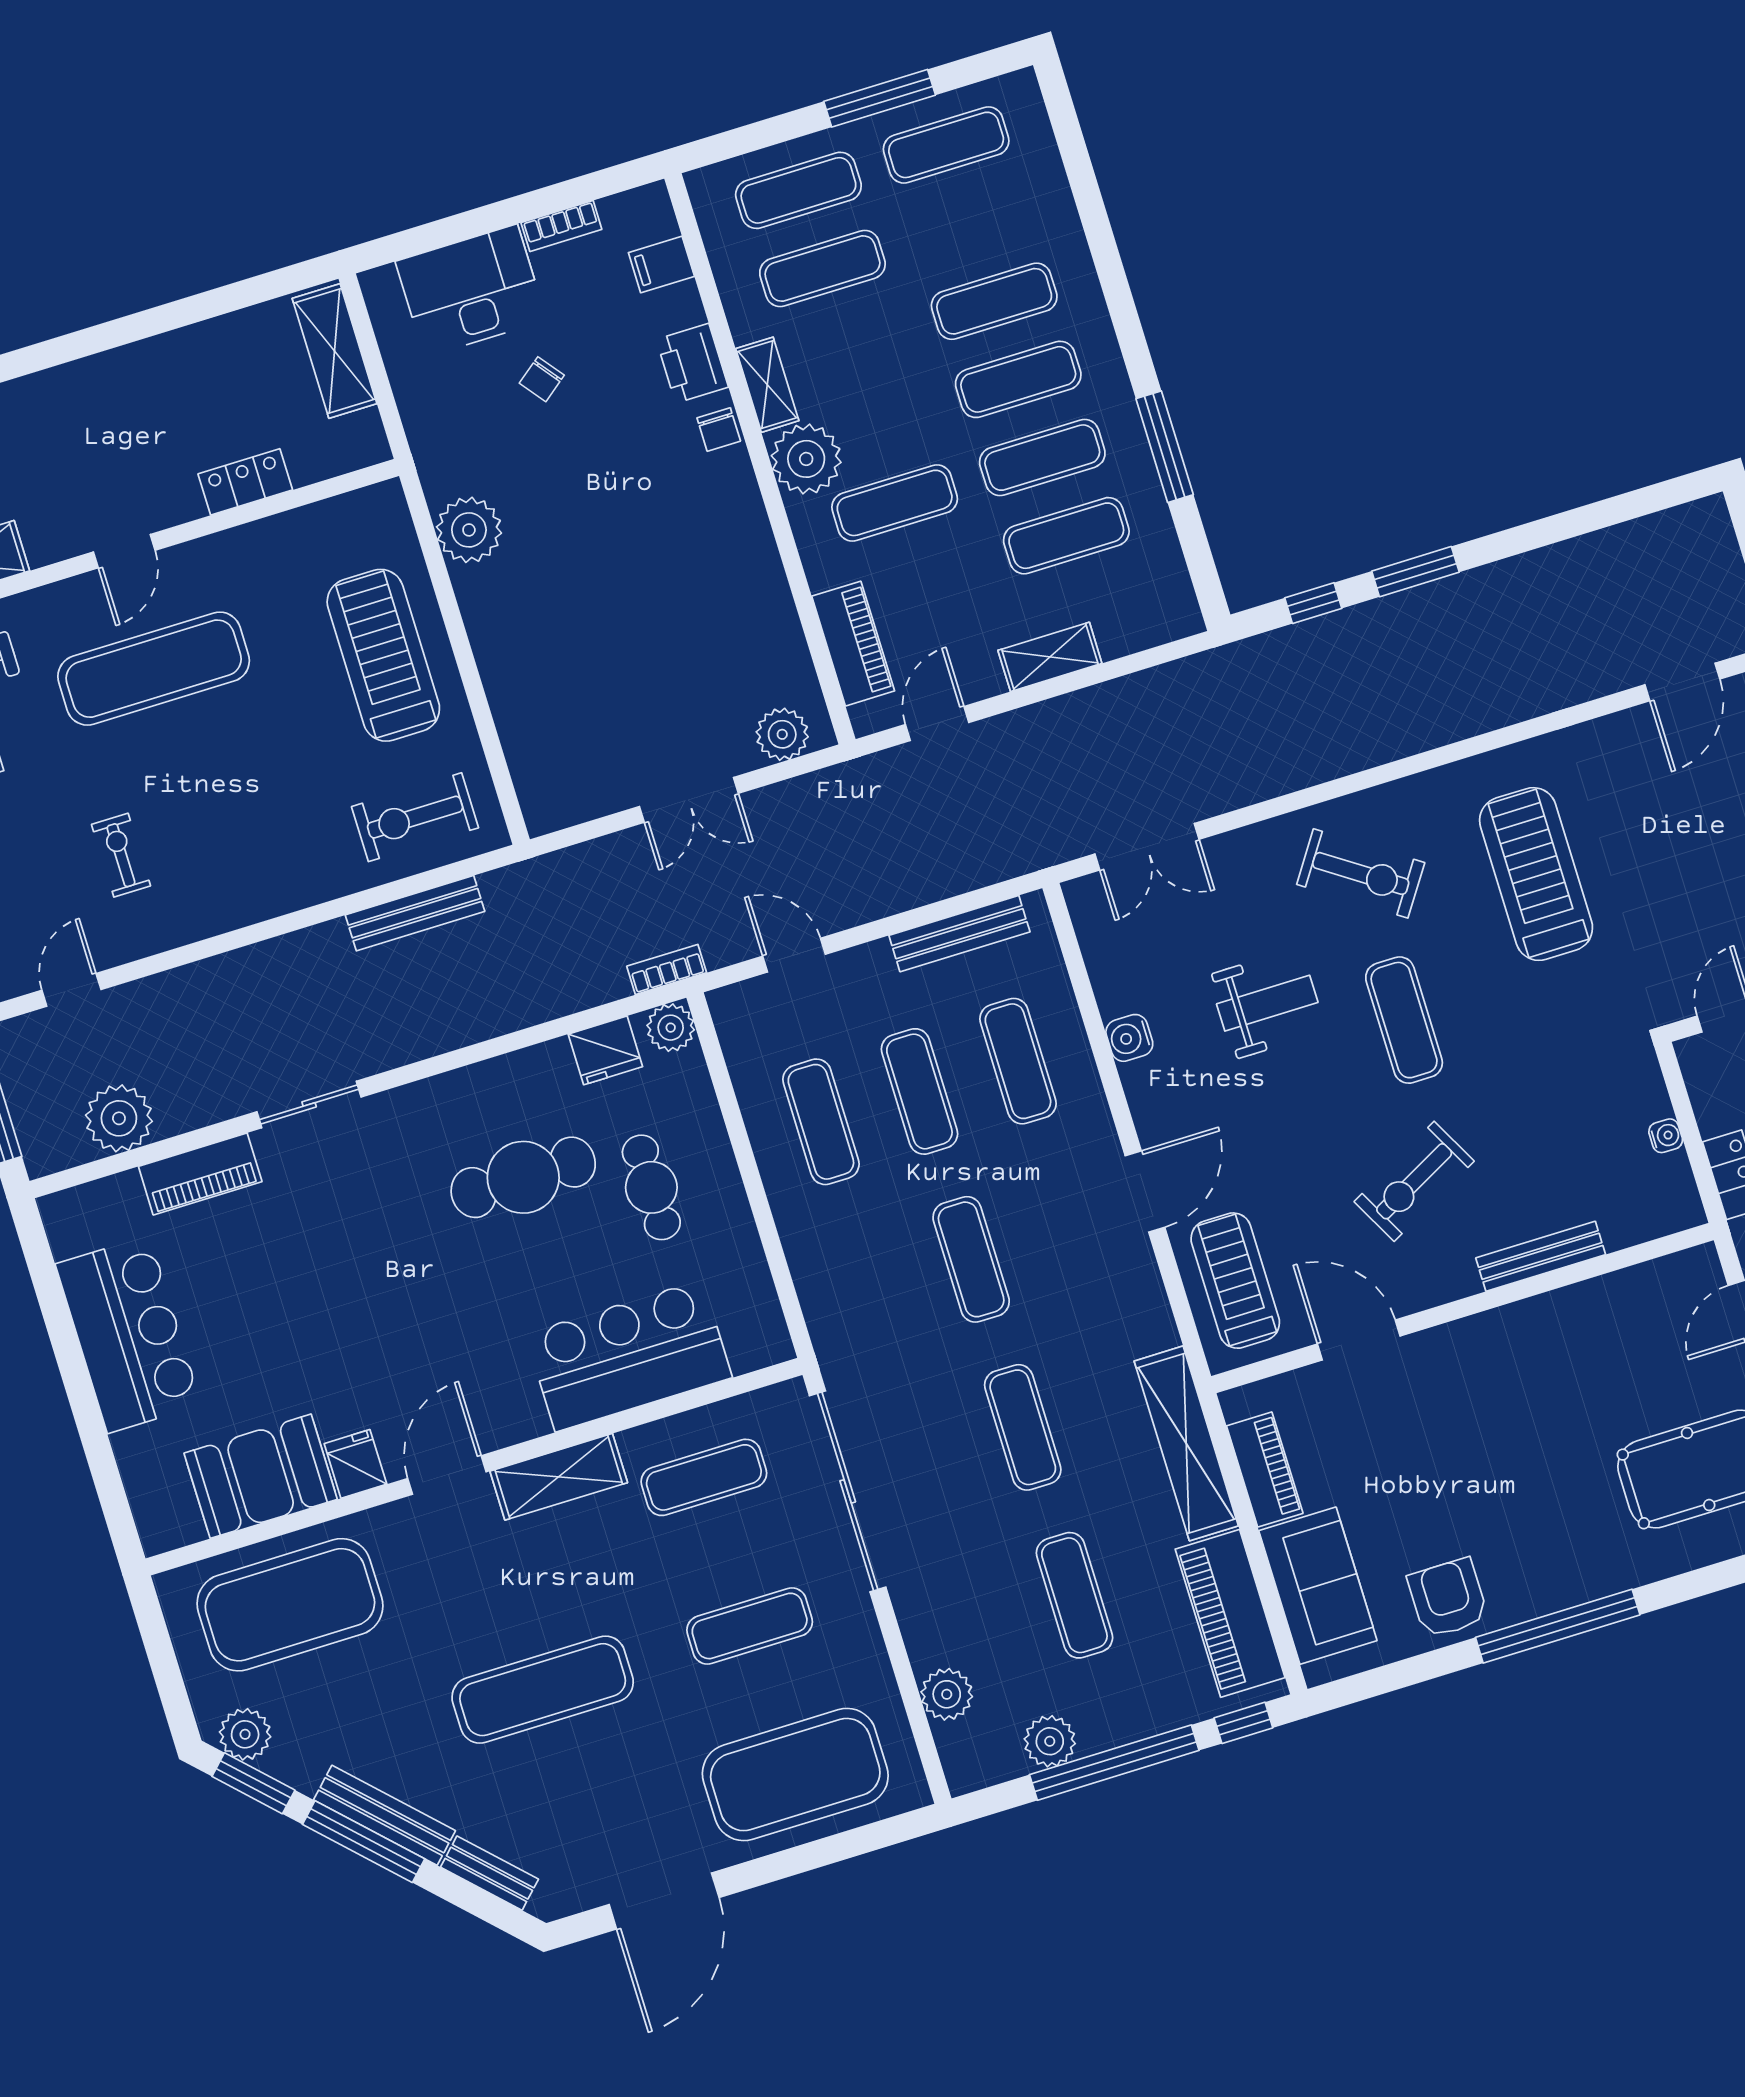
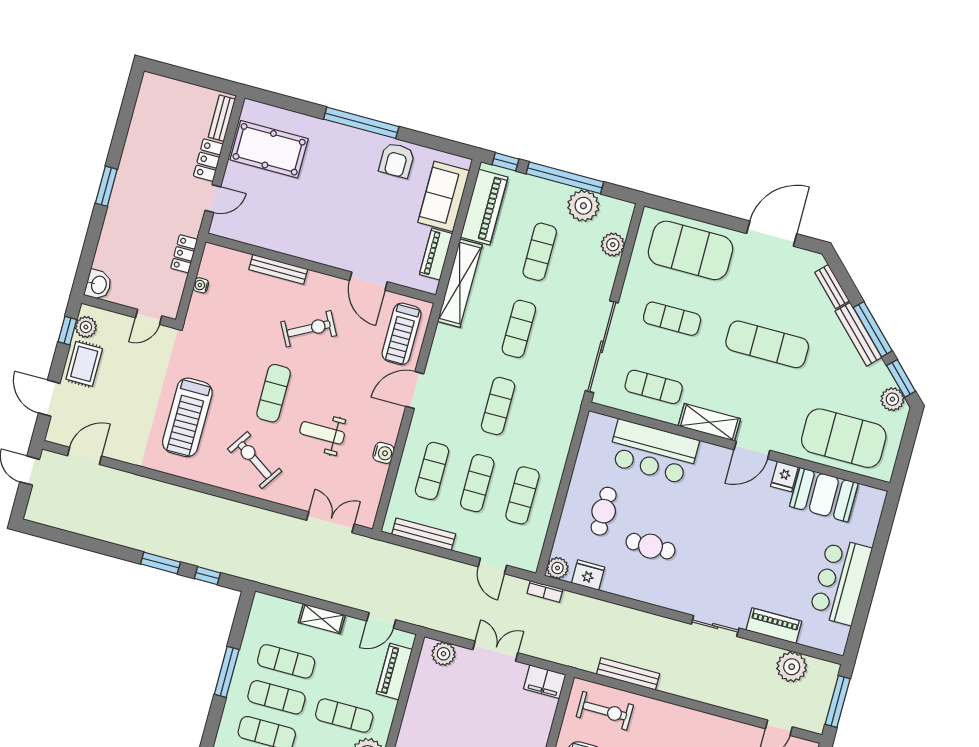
filing cabinet: (561, 801) -> (545, 682), added
cafe table: (523, 1177) -> (650, 546), width x0.73, depth x0.74
plant: (1050, 1741) -> (583, 206), width x1.36, depth x1.36

